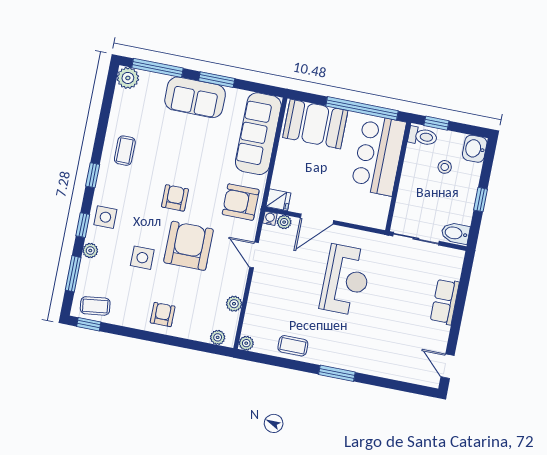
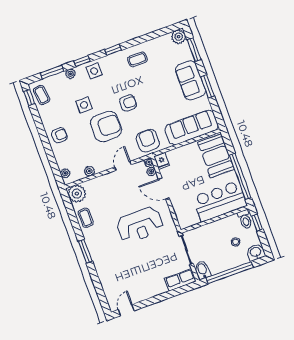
window: (157, 68) -> (194, 50), width x0.69
window: (481, 200) -> (230, 273), width x3.17
row of seats: (445, 302) -> (180, 280), moved
plant: (246, 343) -> (77, 194), width x1.88, depth x1.88

